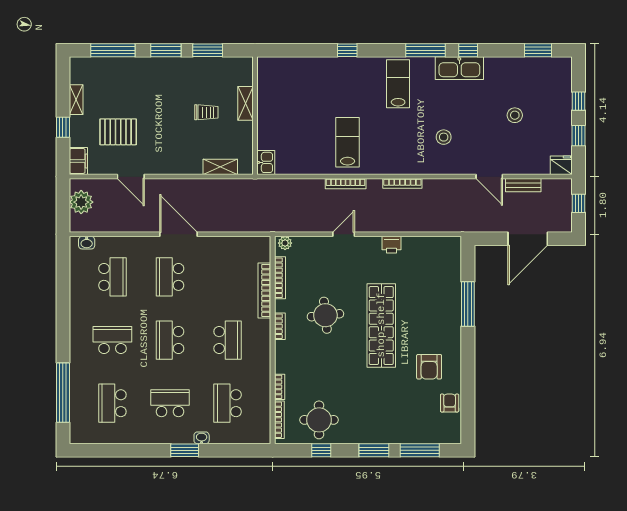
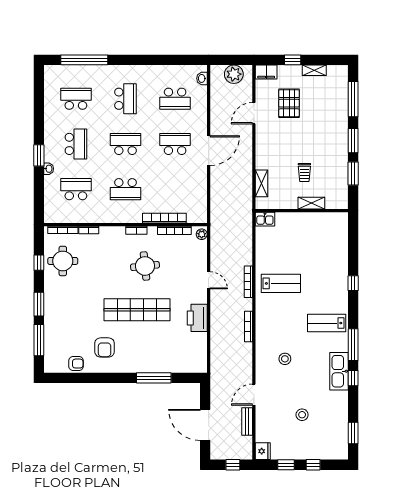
lab bench: (398, 84) -> (327, 323), turned 180
printer: (392, 245) -> (197, 318), width x1.87, depth x1.48
armchair: (429, 367) -> (105, 347), turned -90

